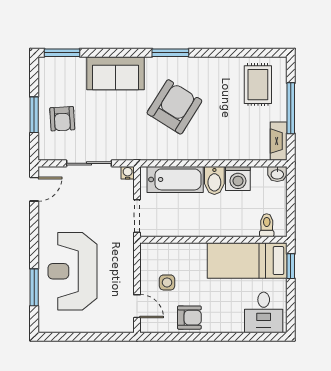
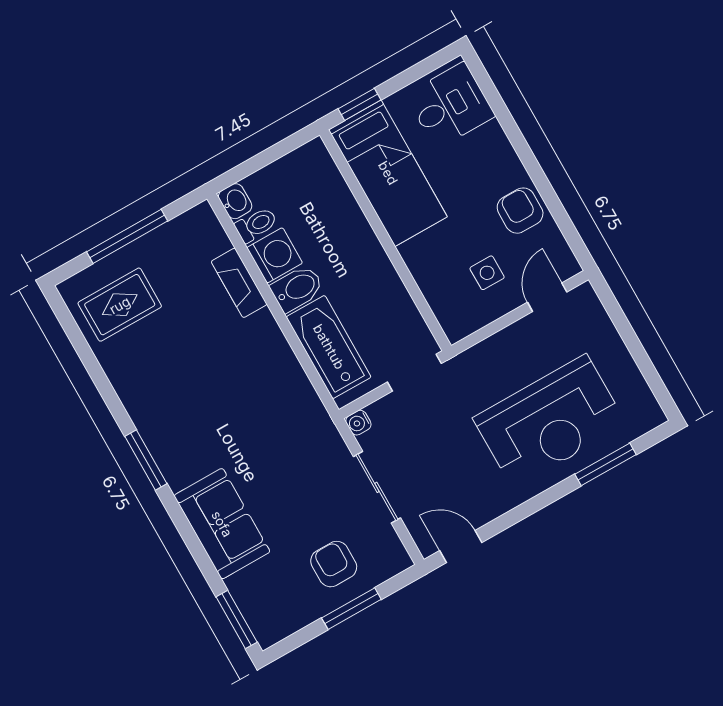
armchair: (174, 107) -> (222, 409), removed
armchair: (62, 119) -> (334, 564), turned -87
fireplace: (279, 141) -> (239, 283), moved, turned 90
toilet: (267, 225) -> (256, 225), moved, turned 180

